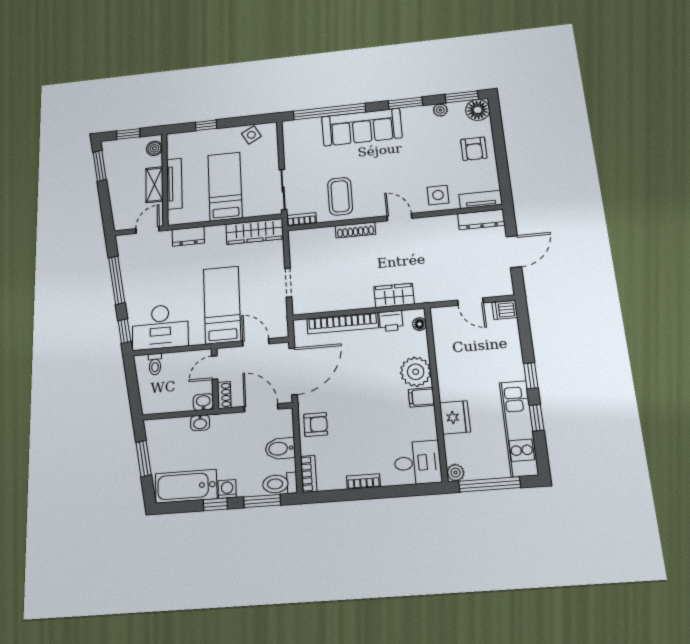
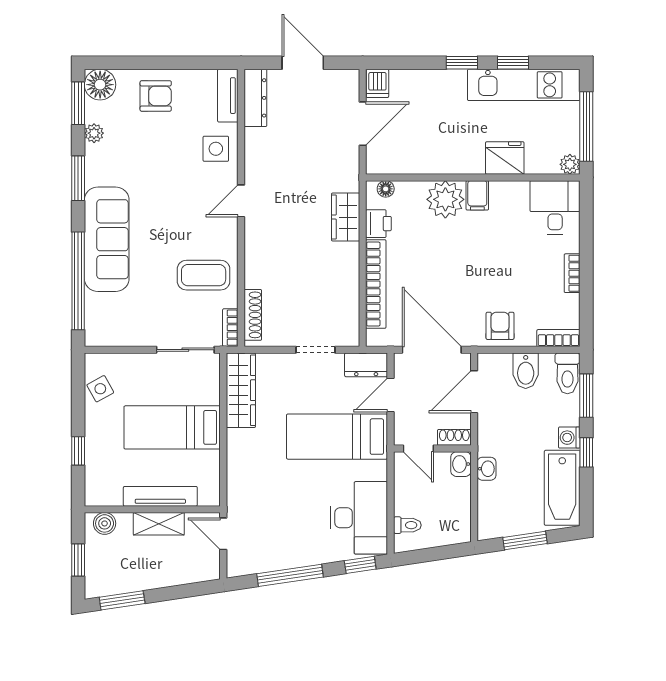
shoe rack: (355, 230) -> (253, 315), moved
dresser: (188, 236) -> (366, 365), moved, turned 90
door: (470, 302) -> (363, 124), width x1.38

